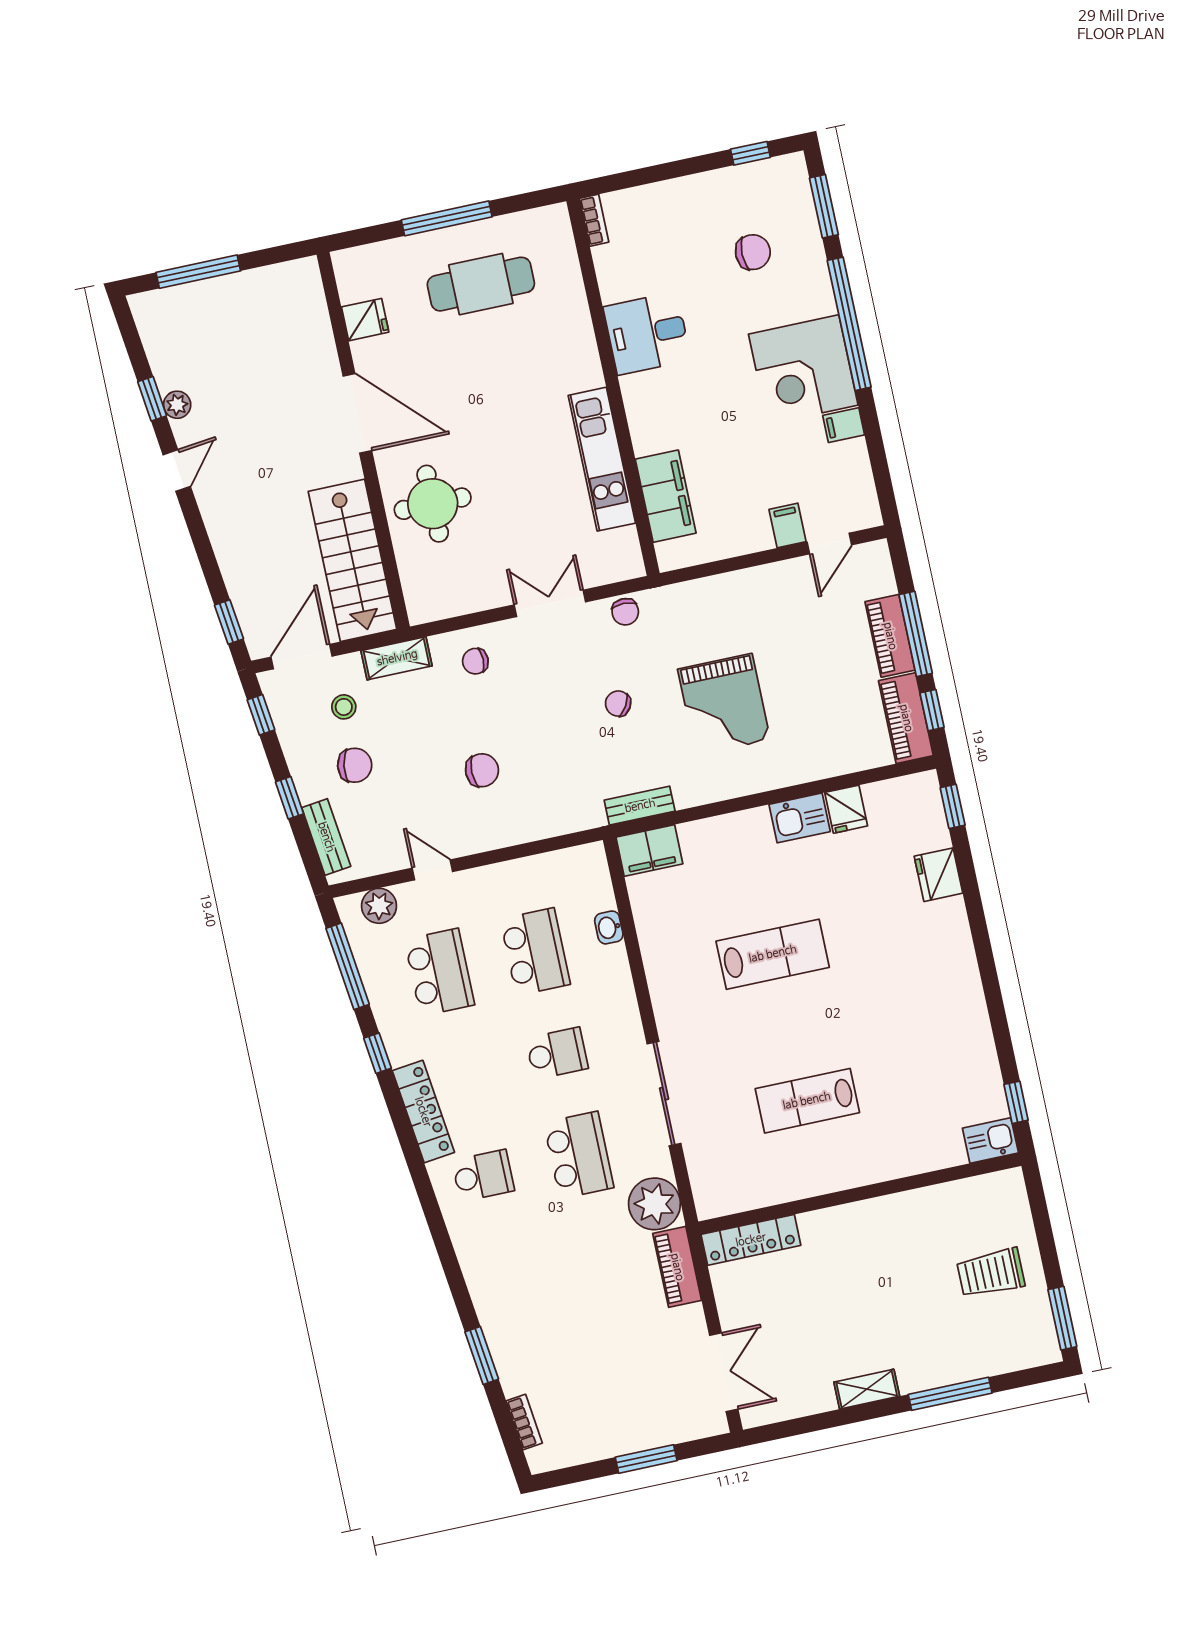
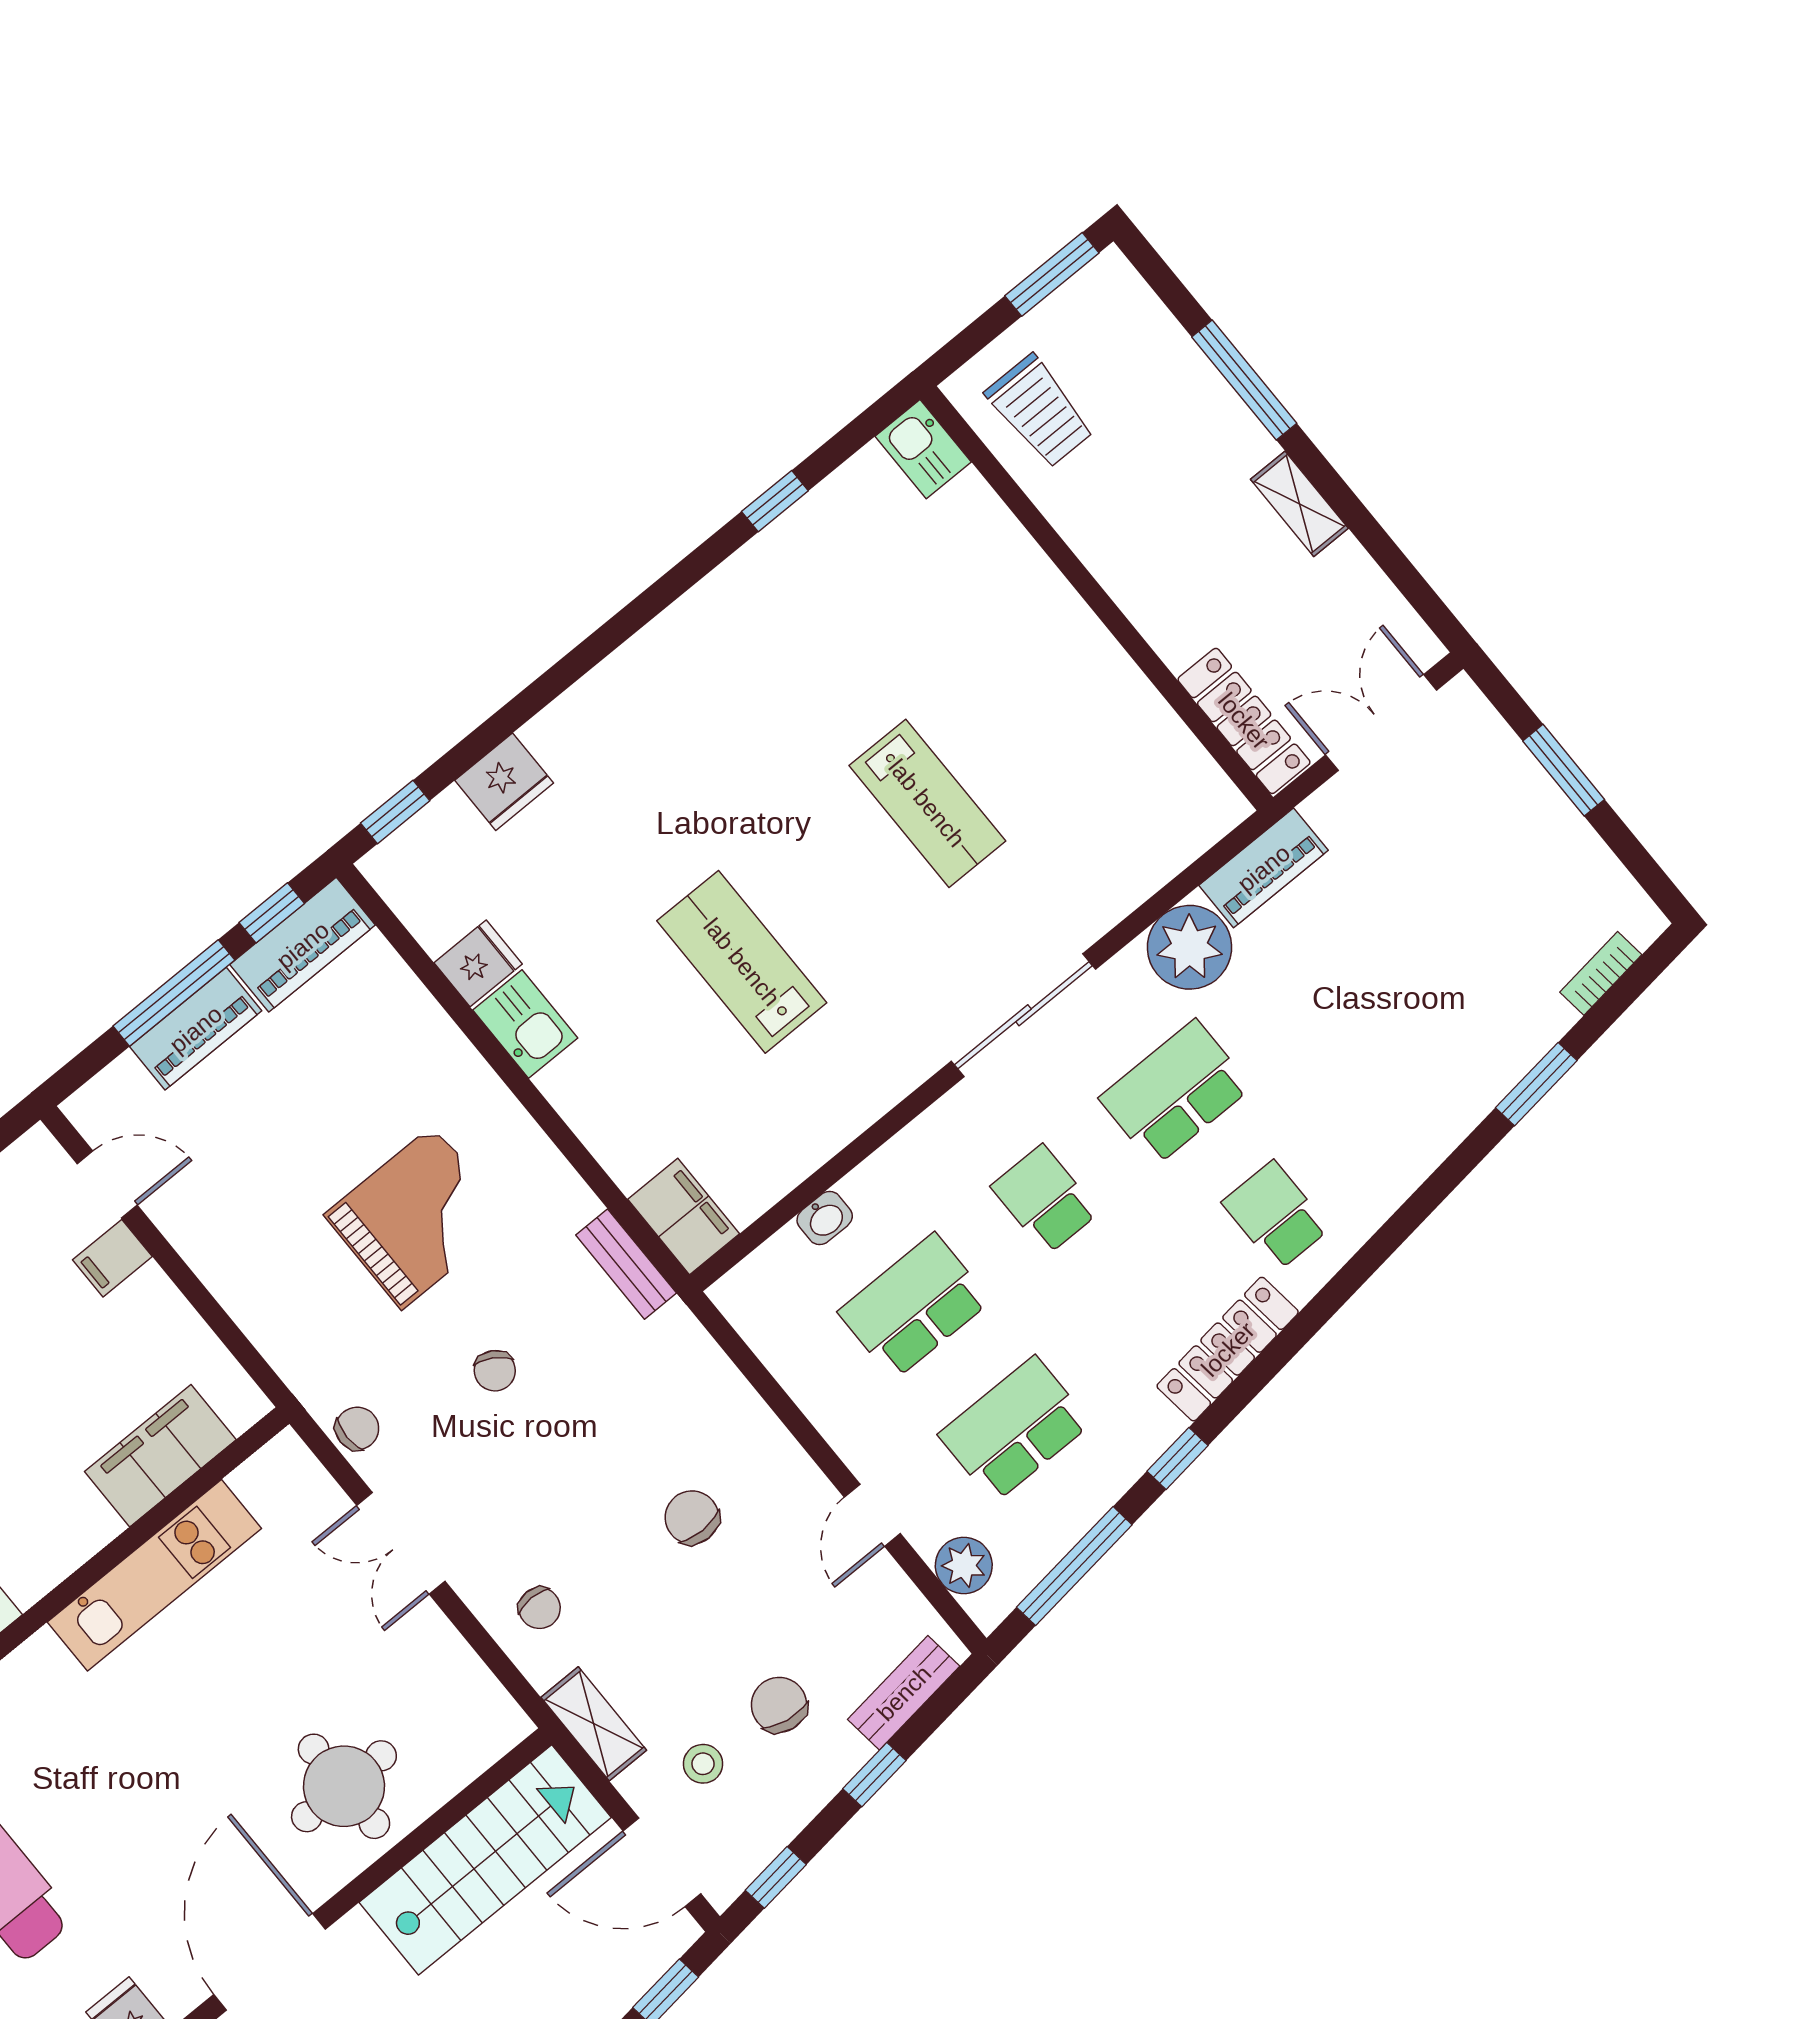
kitchen sink: (990, 1141) -> (923, 449), moved
wall: (860, 1194) -> (1097, 598), moved
locker: (751, 1240) -> (1244, 721), moved

